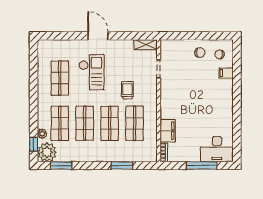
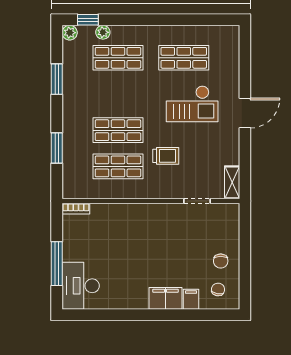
shop shelf: (85, 123) -> (118, 94), removed
filing cabinet: (168, 131) -> (166, 298), moved, turned 180
plant: (47, 152) -> (70, 33), width x0.53, depth x0.53
window: (61, 165) -> (57, 79), moved

